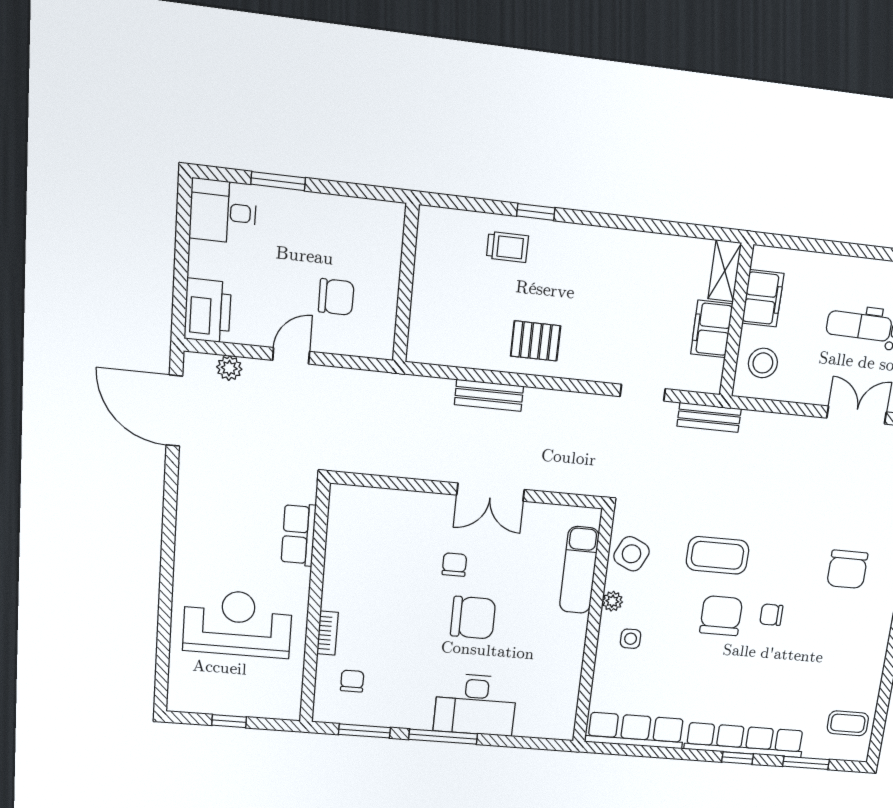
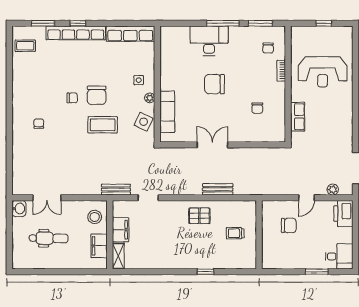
trolley: (507, 247) -> (235, 233), moved
chair: (336, 297) -> (289, 226), turned 180
chair: (454, 565) -> (257, 108), moved
chair: (847, 569) -> (39, 124), width x0.54, depth x0.54

